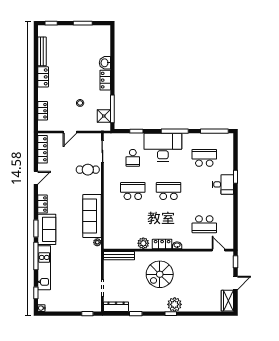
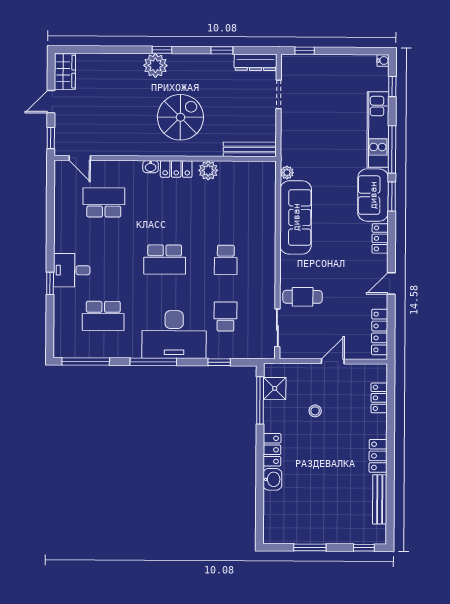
school desk: (133, 191) -> (226, 260), width x0.54

